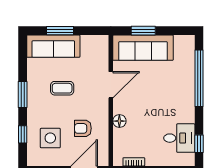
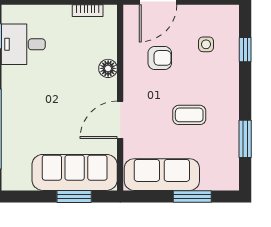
sofa: (53, 46) -> (162, 175), moved
window: (23, 94) -> (245, 139), moved
side table: (50, 138) -> (206, 44), width x0.54, depth x0.54

